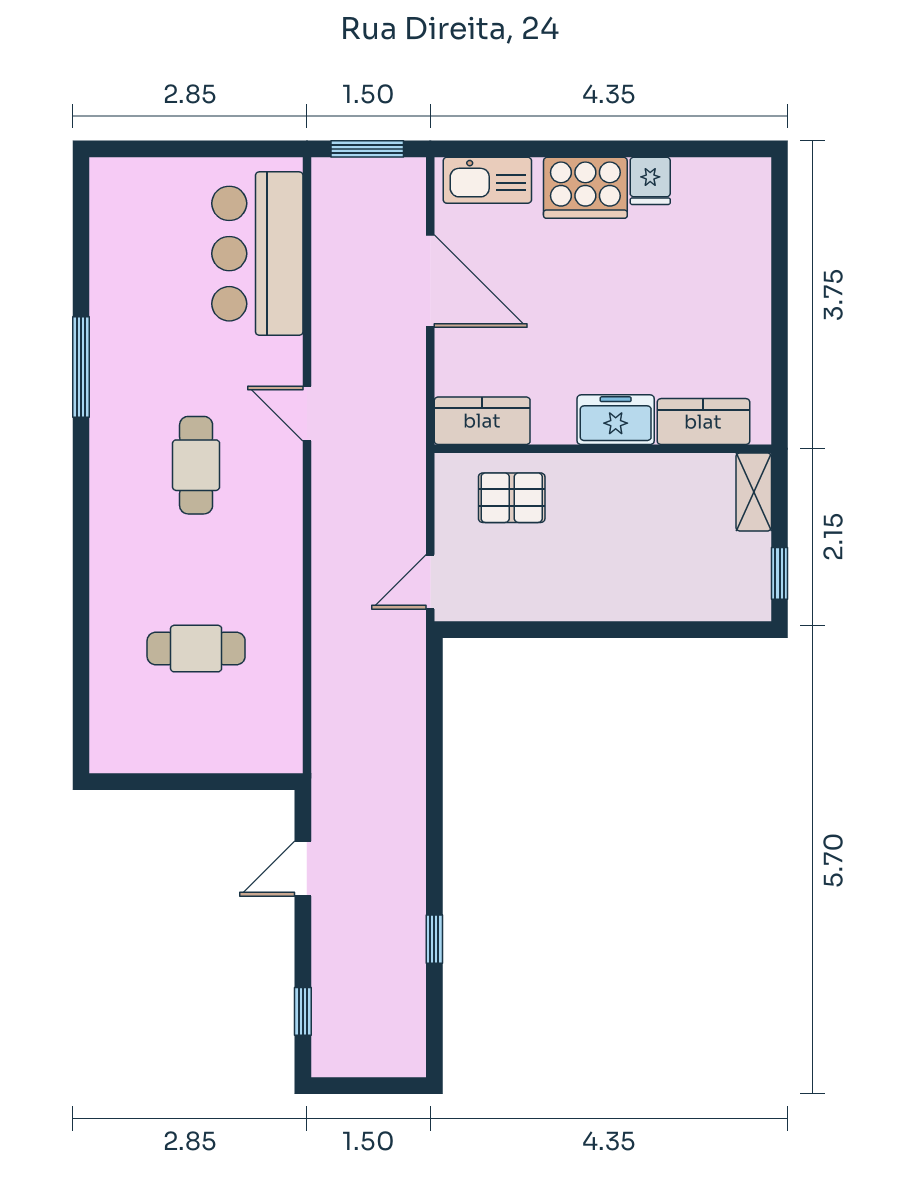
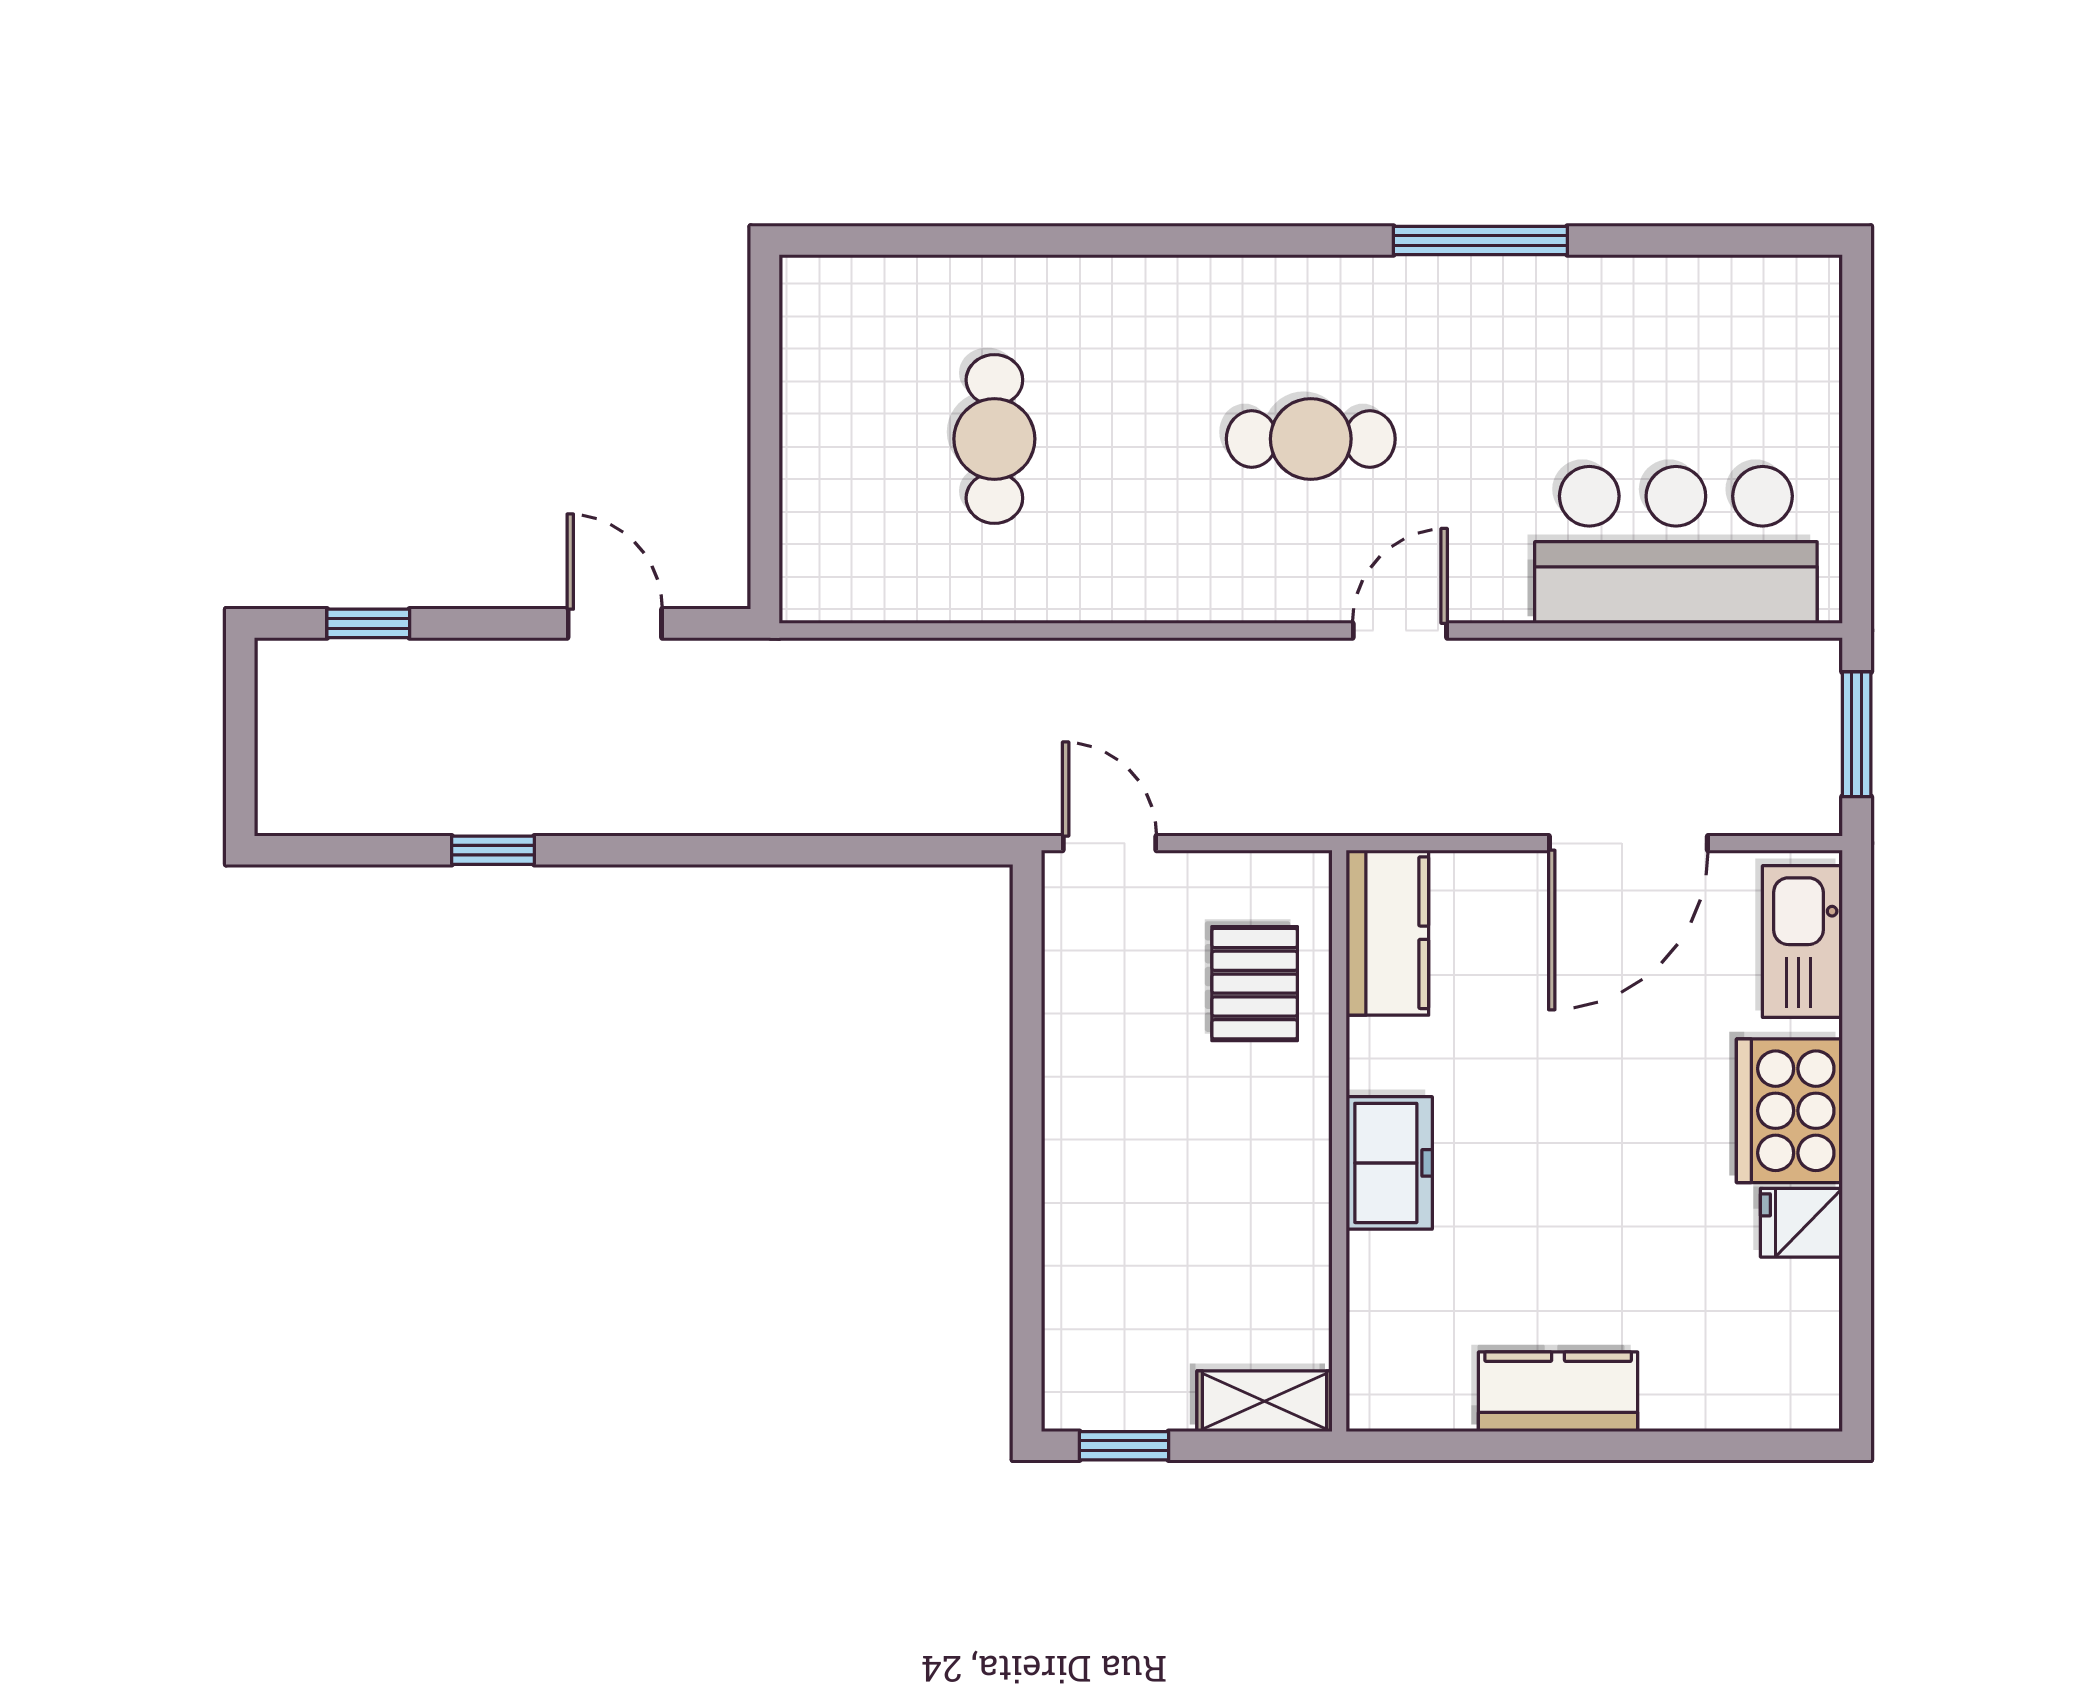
kitchen counter: (703, 422) -> (1558, 1392), moved, turned -90

